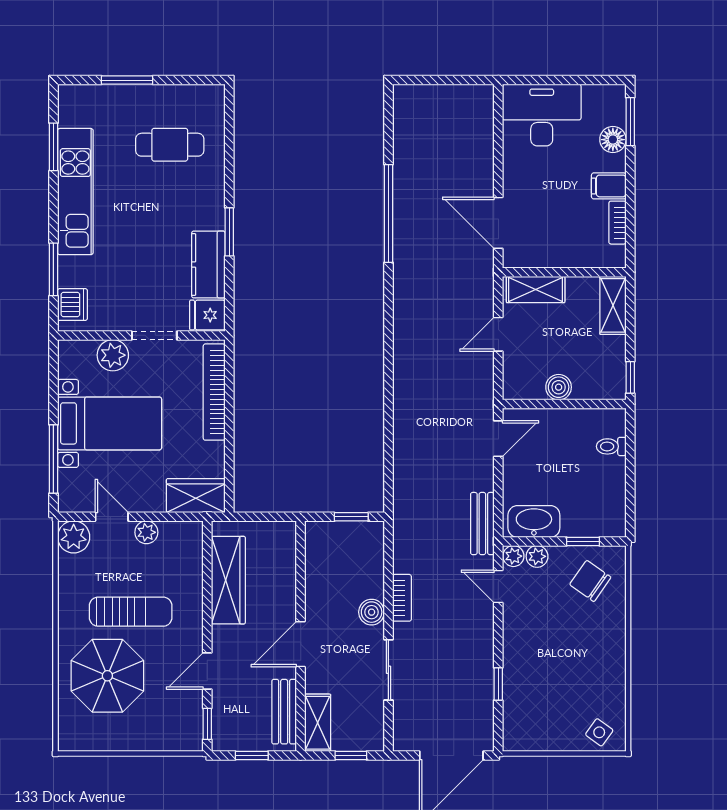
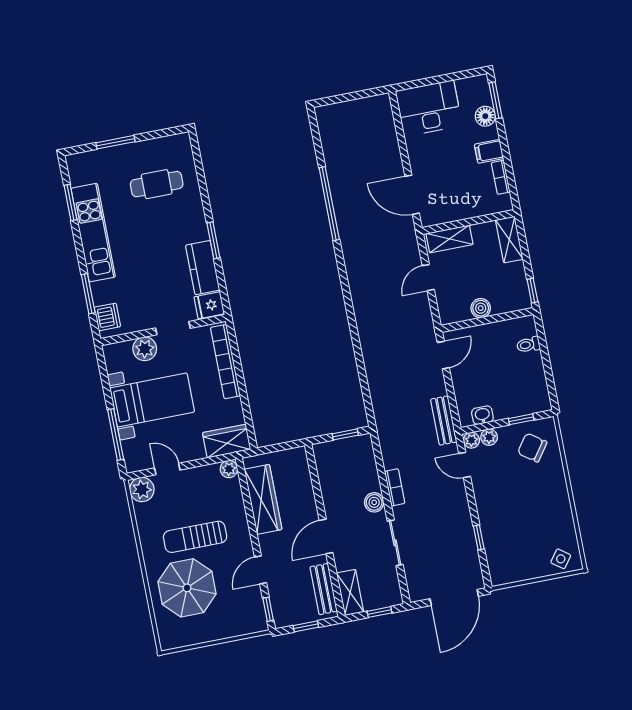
washbasin: (534, 521) -> (482, 415), width x0.52, depth x0.69
plant: (146, 532) -> (229, 469), moved
sun lounger: (131, 612) -> (195, 537), turned 180

